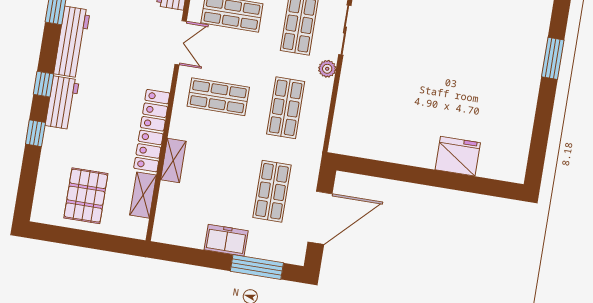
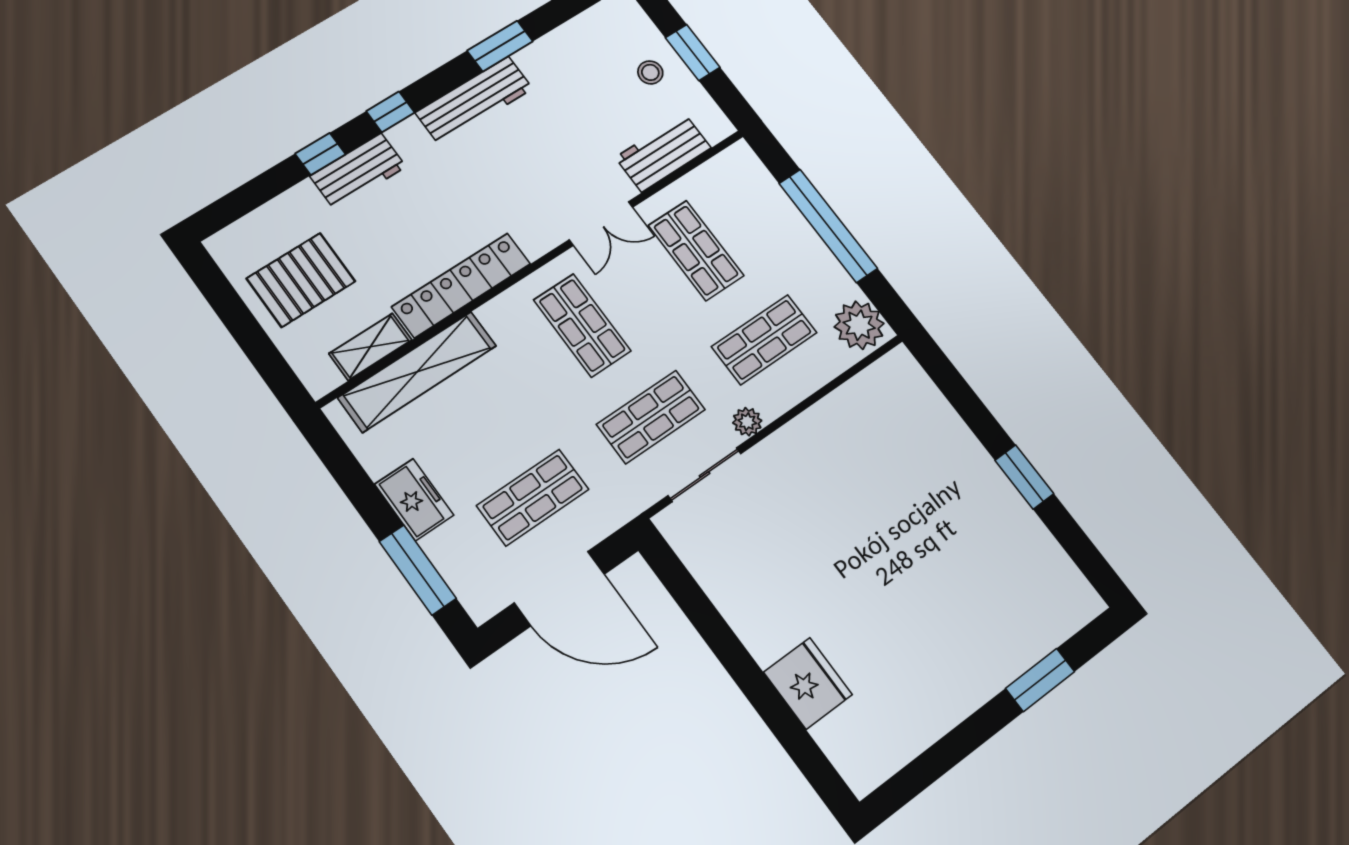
sliding door: (345, 30) -> (705, 475), moved
workbench: (62, 103) -> (358, 171), moved
shelving: (173, 161) -> (417, 372), width x2.20, depth x1.33

